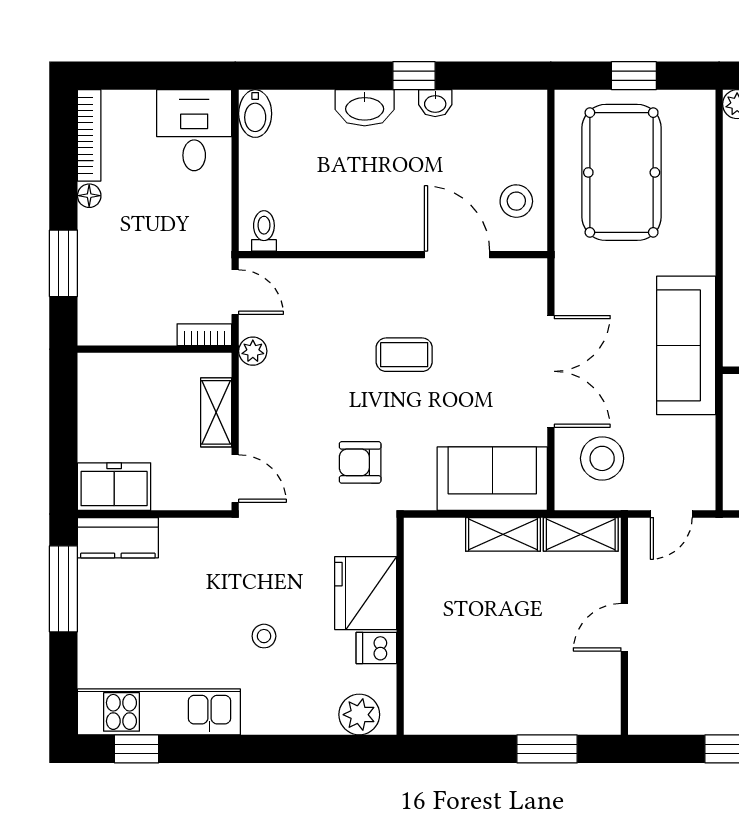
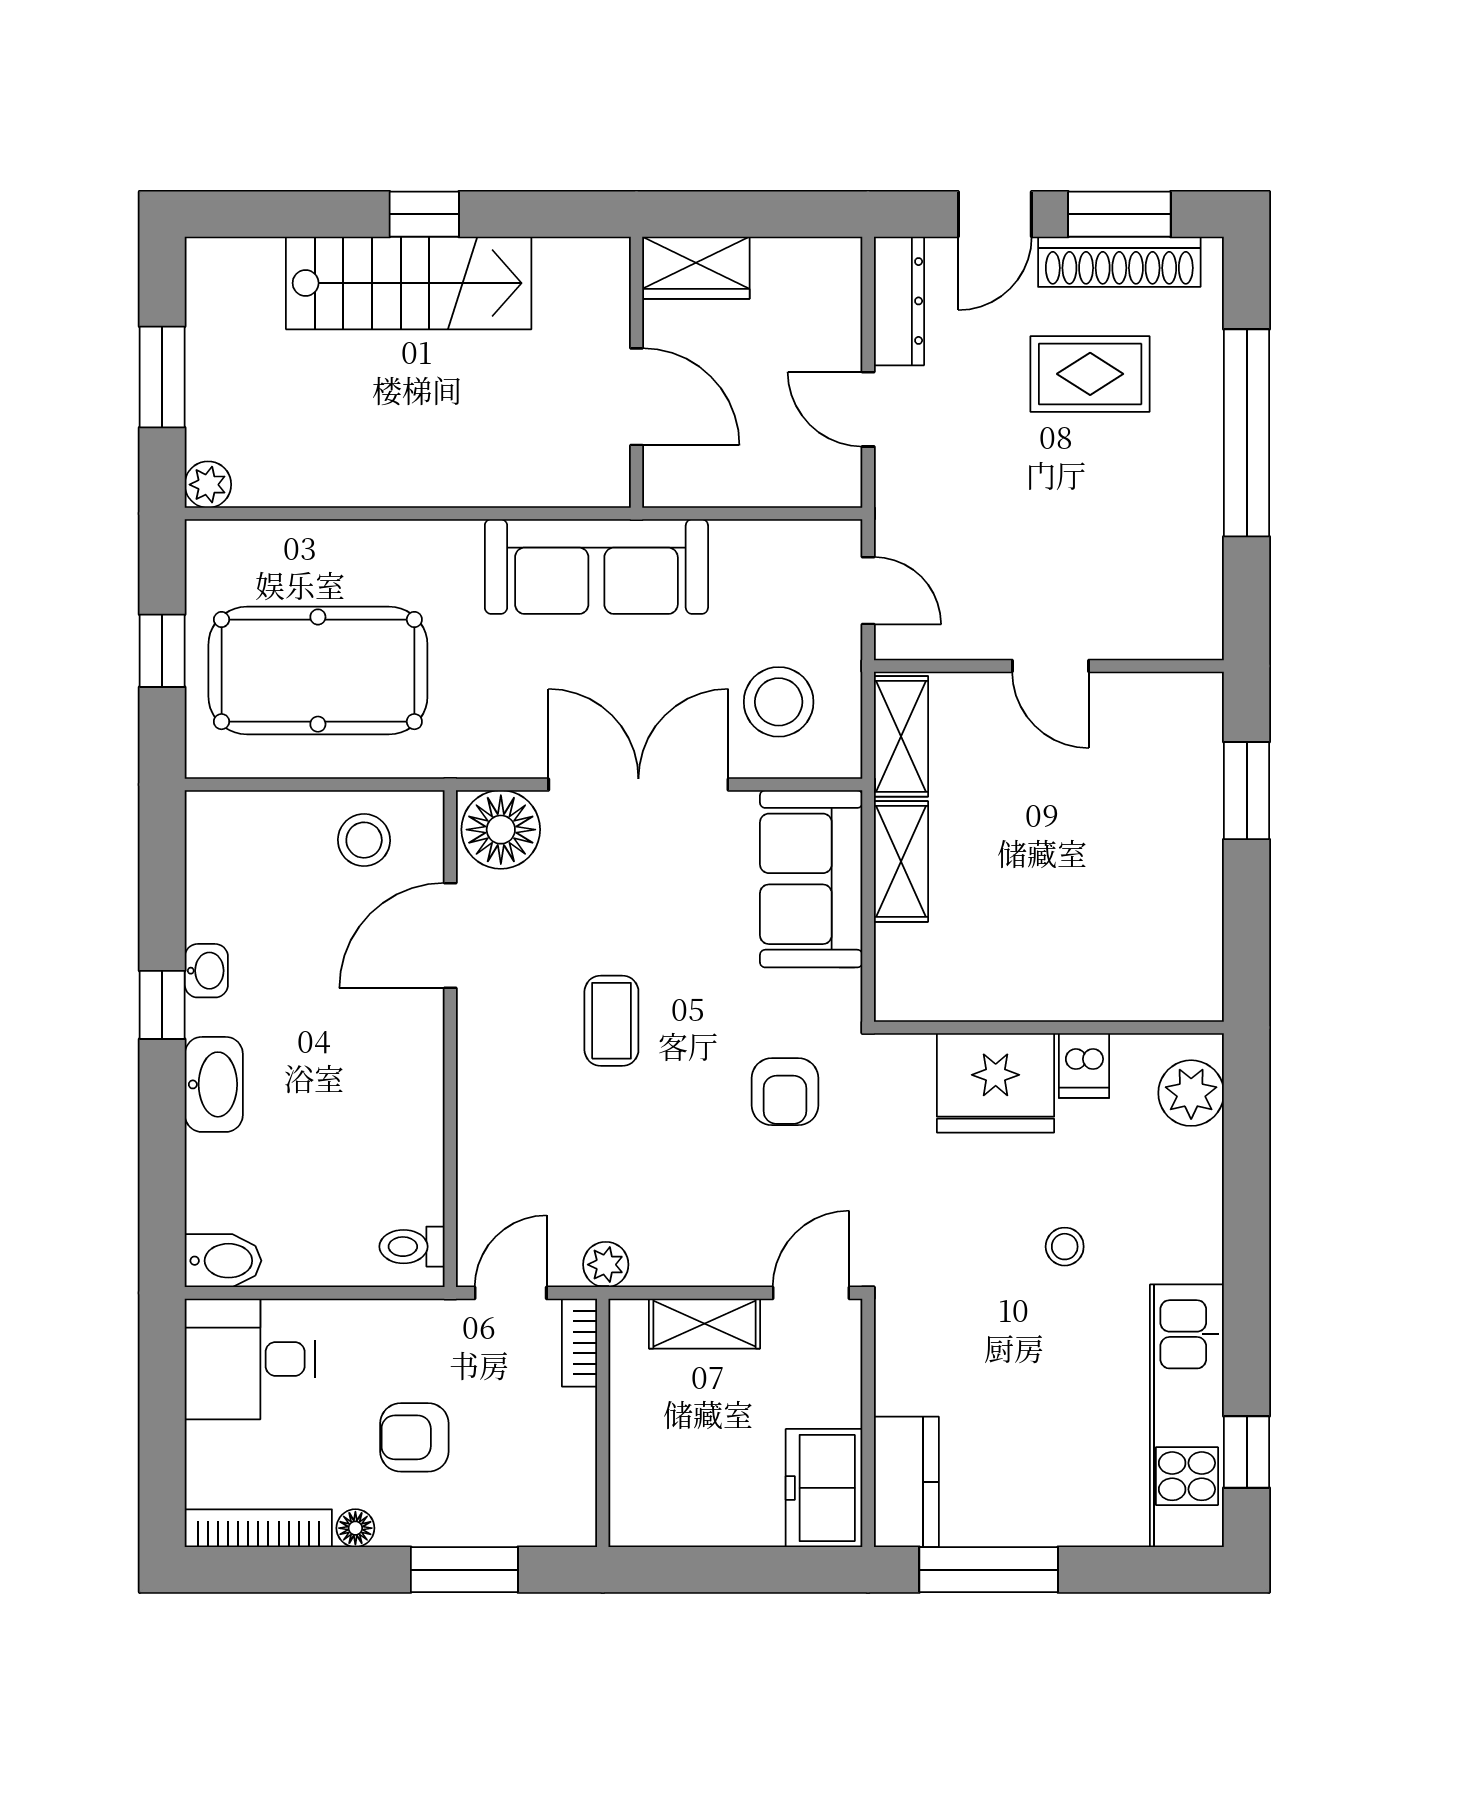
armchair: (145, 232) -> (414, 1437), added
floor lamp: (523, 286) -> (501, 830), added

